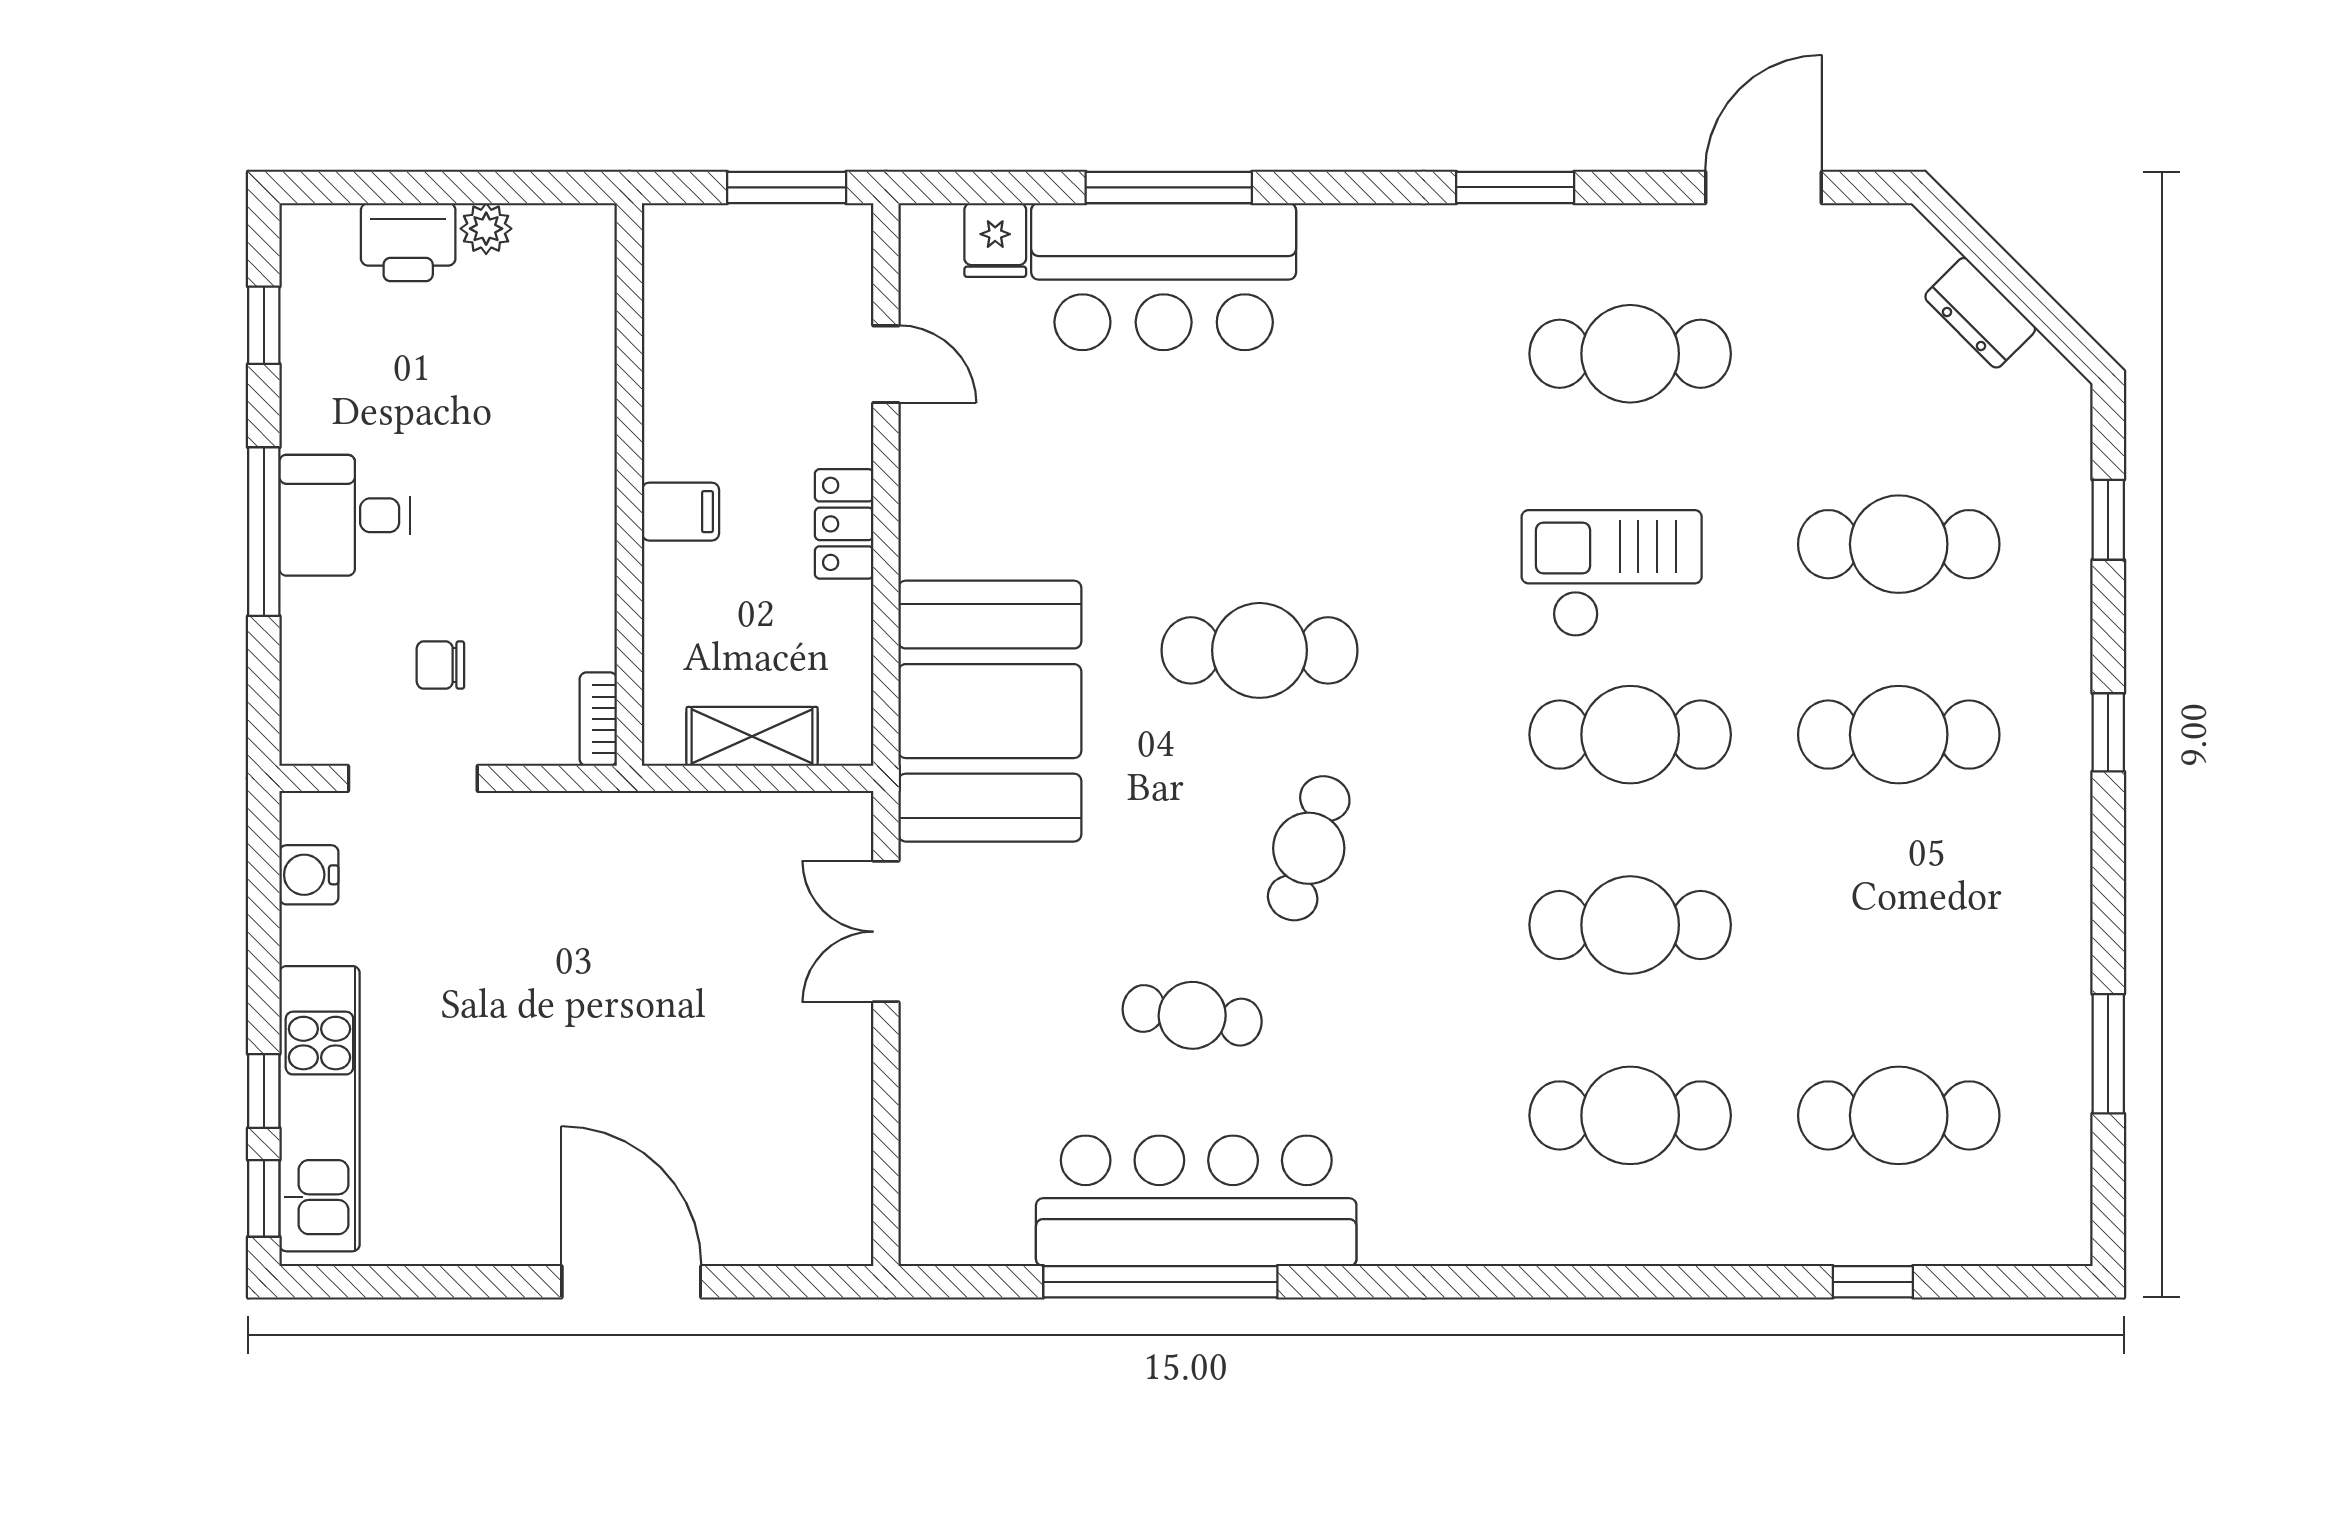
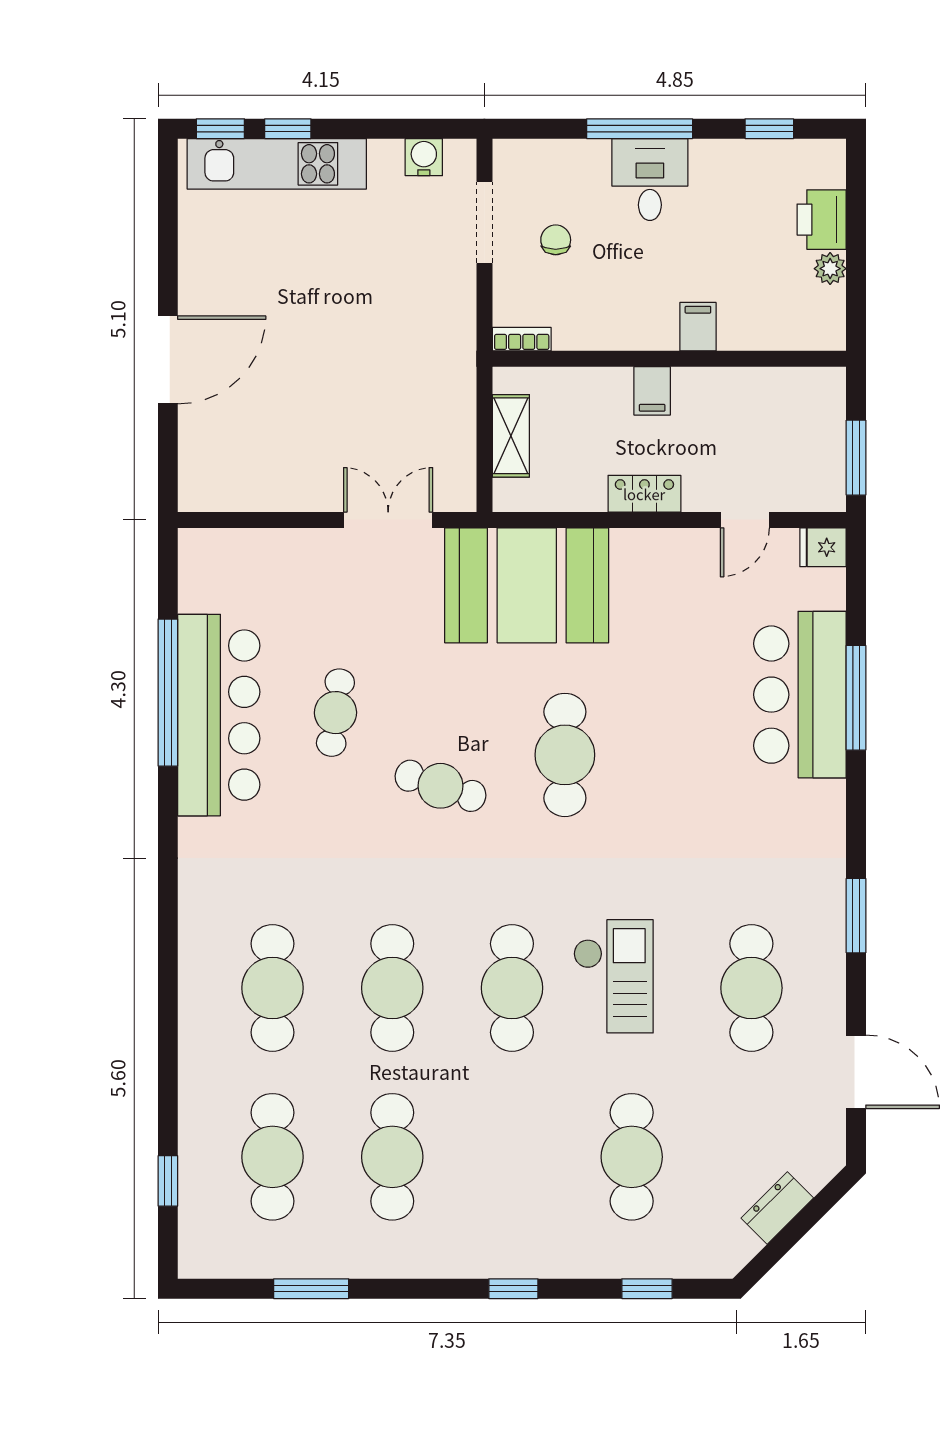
fridge: (995, 240) -> (823, 547), moved
filing cabinet: (578, 439) -> (698, 327), added
cafe table: (1899, 735) -> (392, 1157), moved
window: (1873, 1282) -> (168, 1181), moved

